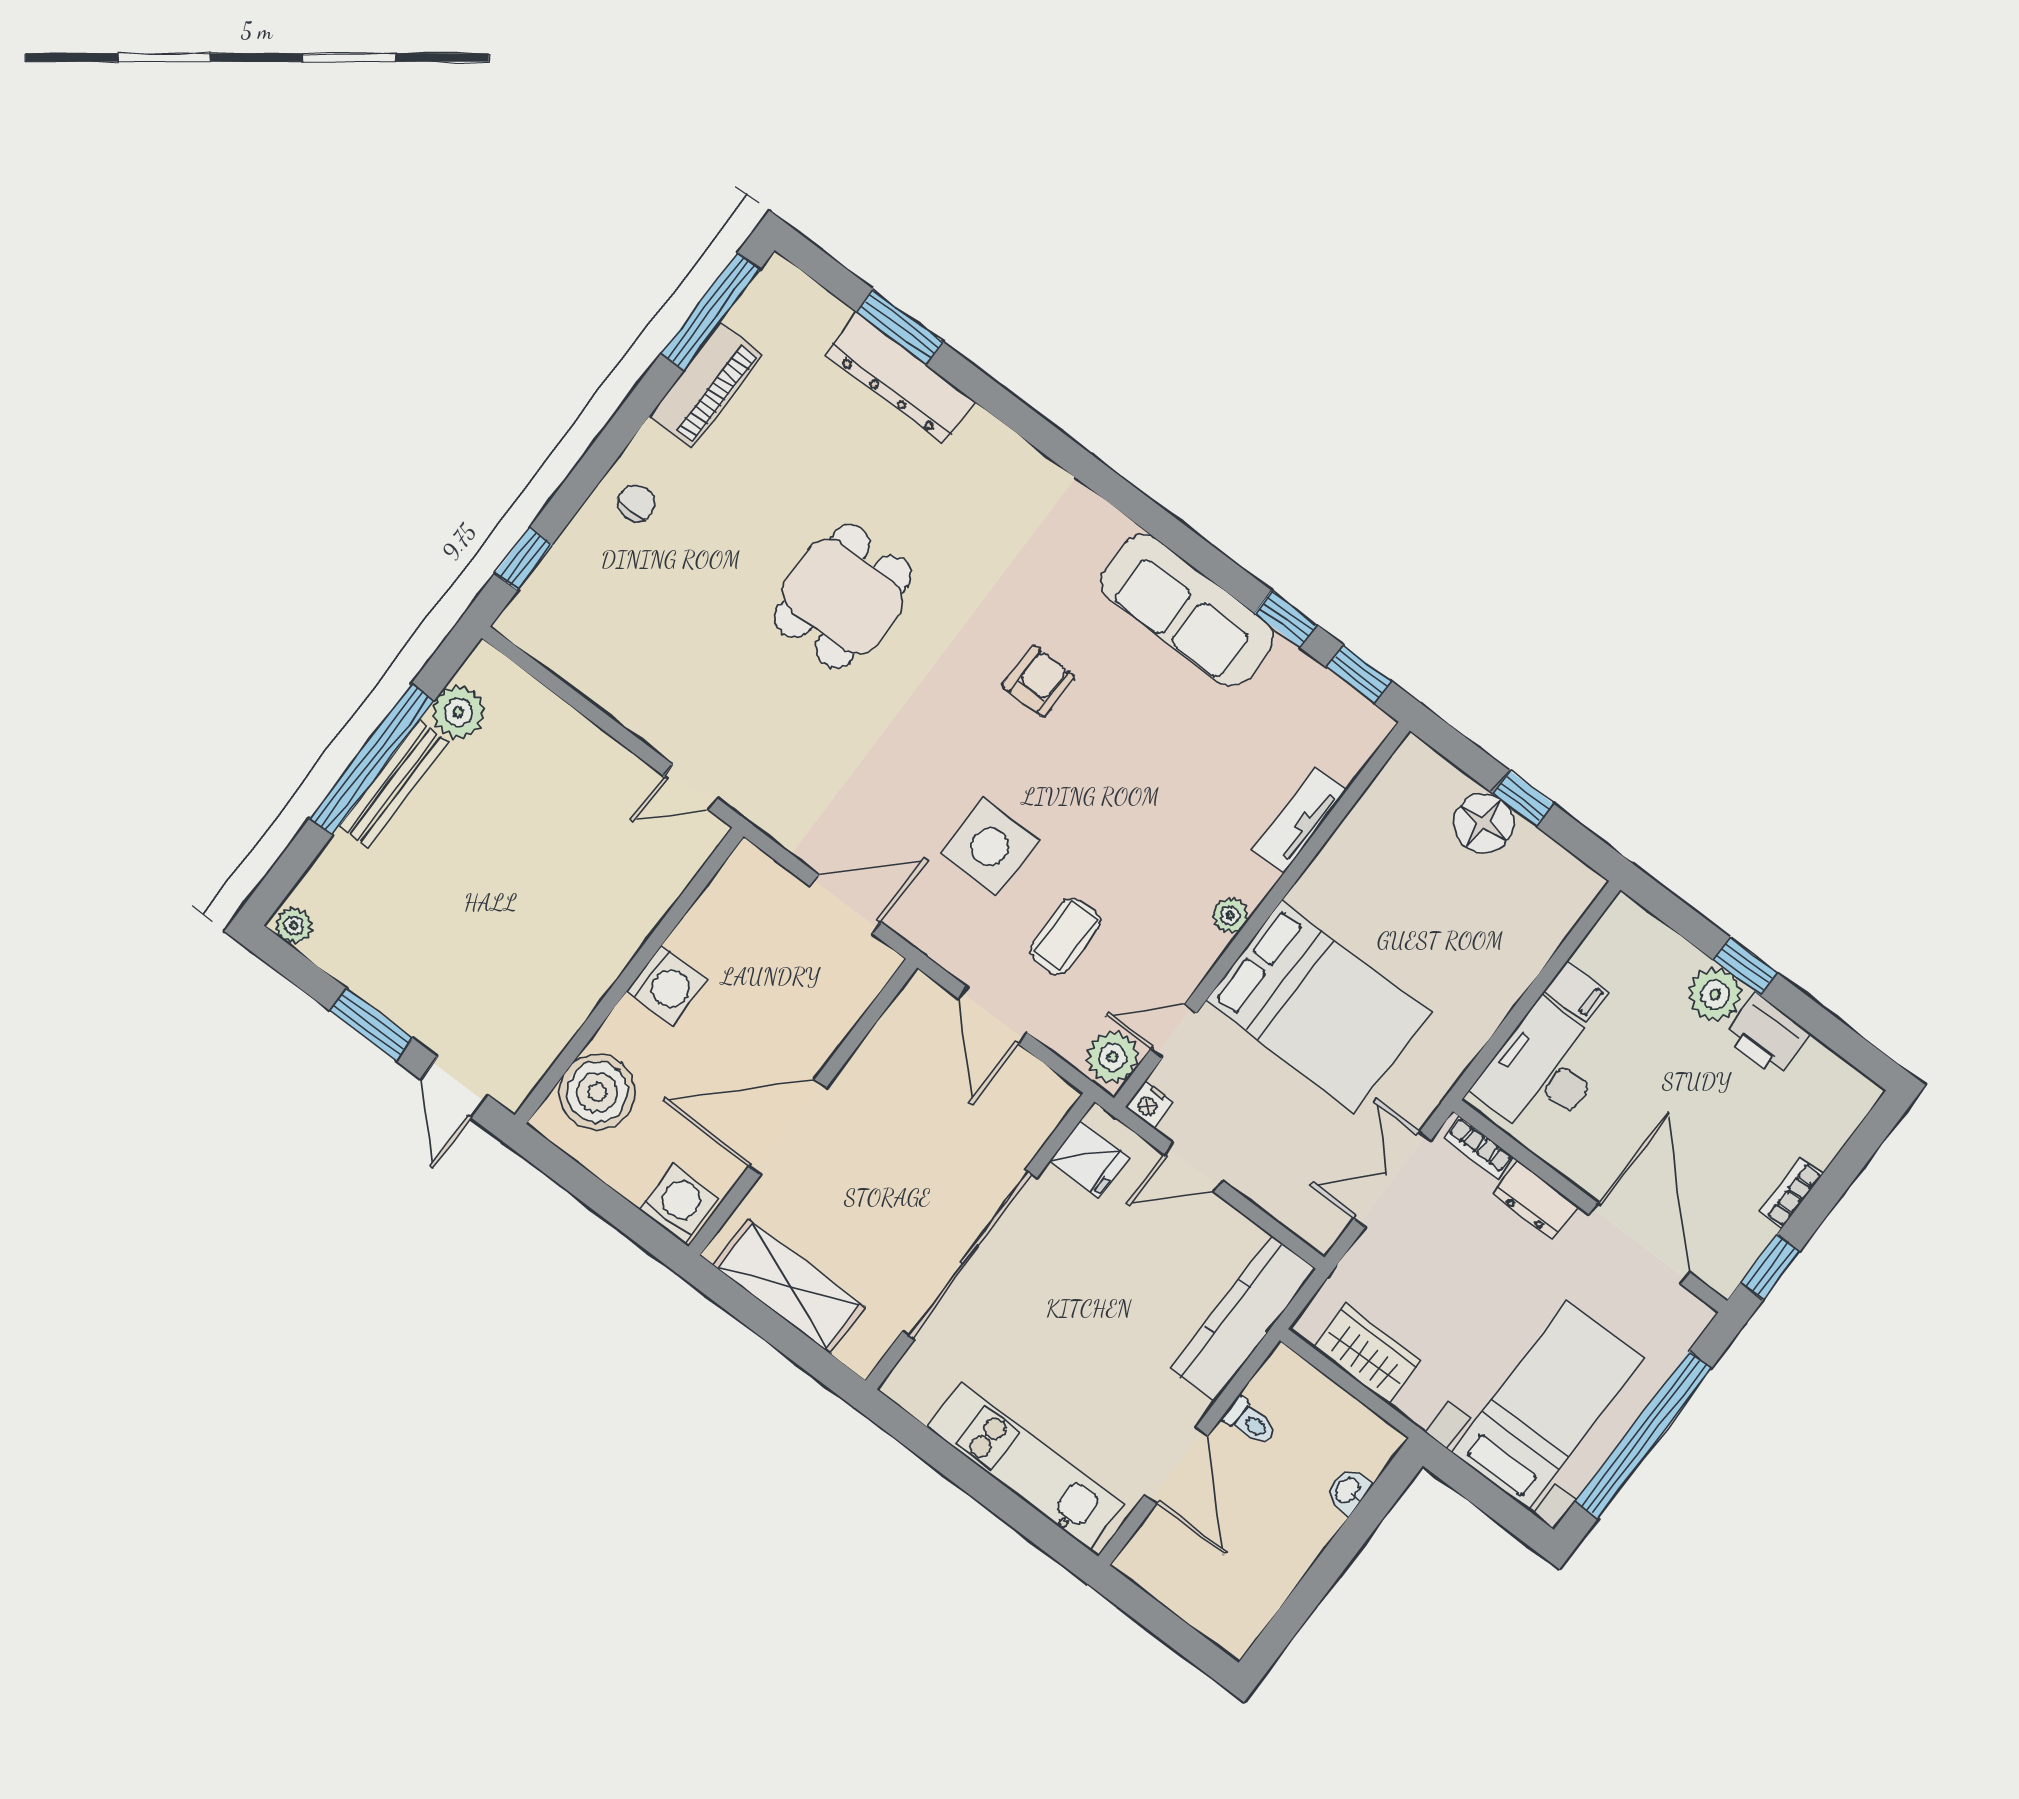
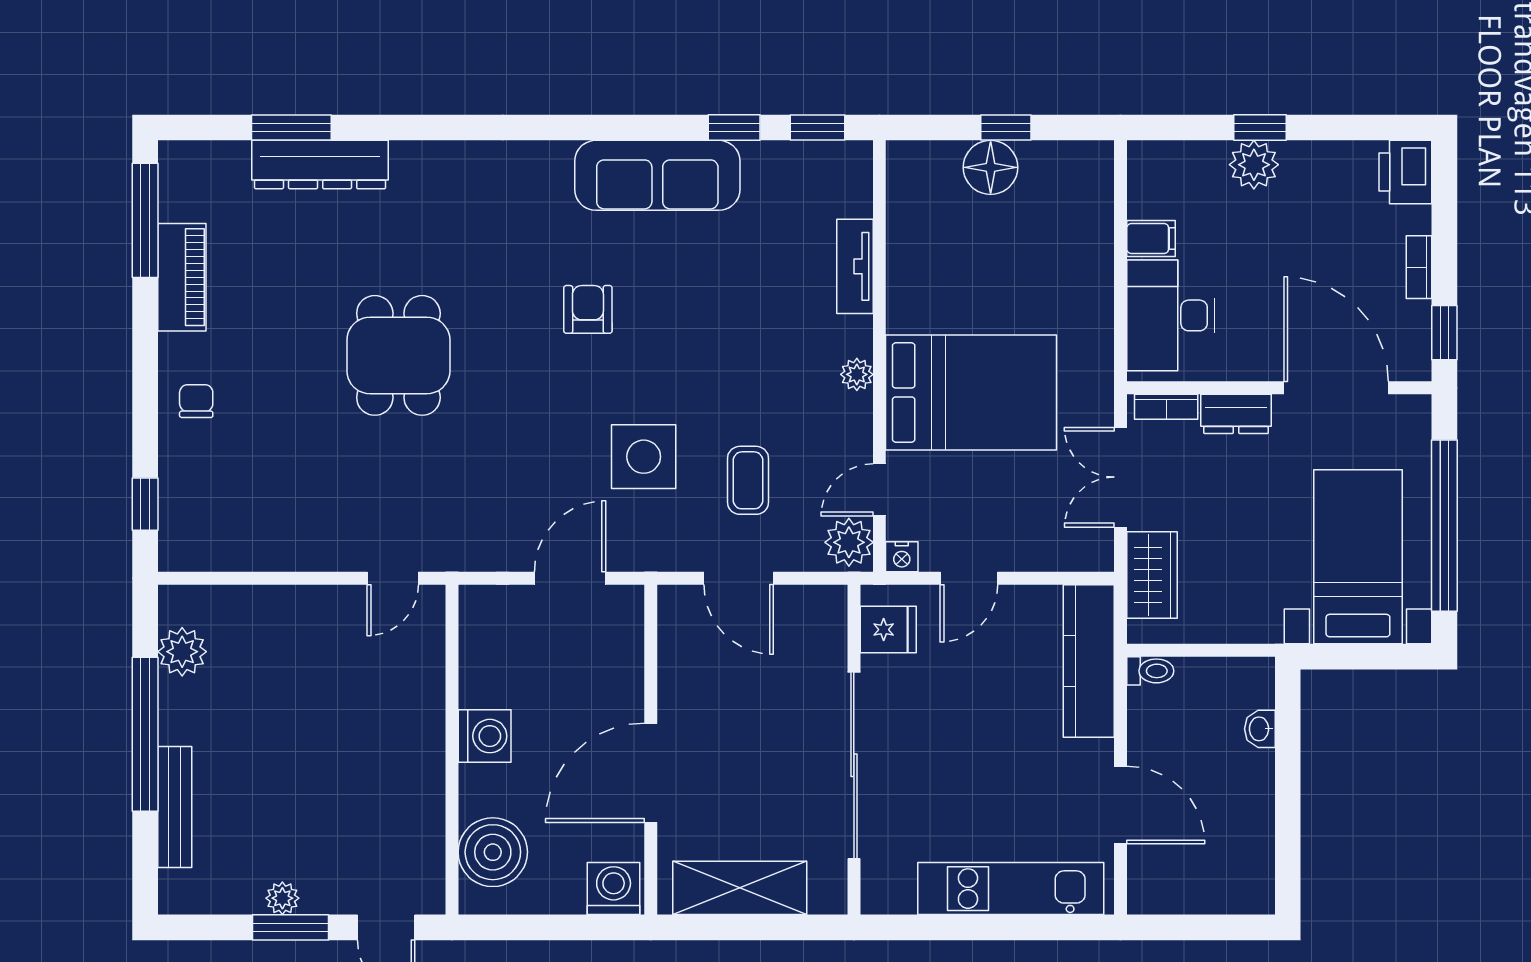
bench: (394, 784) -> (175, 807), moved
plant: (294, 926) -> (282, 898), moved
printer: (1766, 1036) -> (1405, 172), moved, turned 90
wardrobe: (1367, 1354) -> (1152, 575), moved, turned 90
toilet: (1250, 1422) -> (1150, 671), moved

